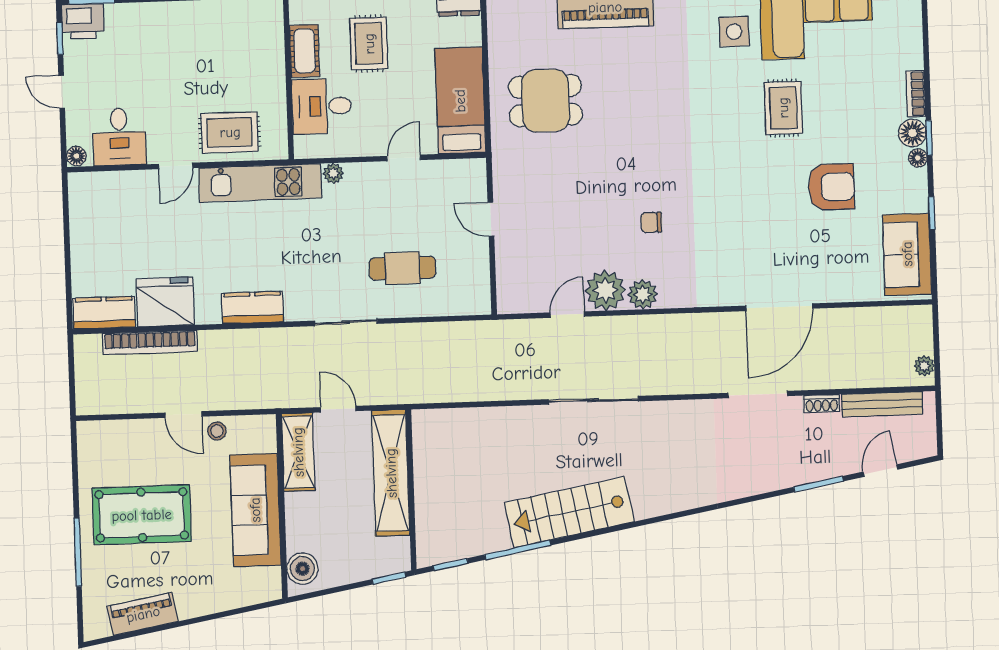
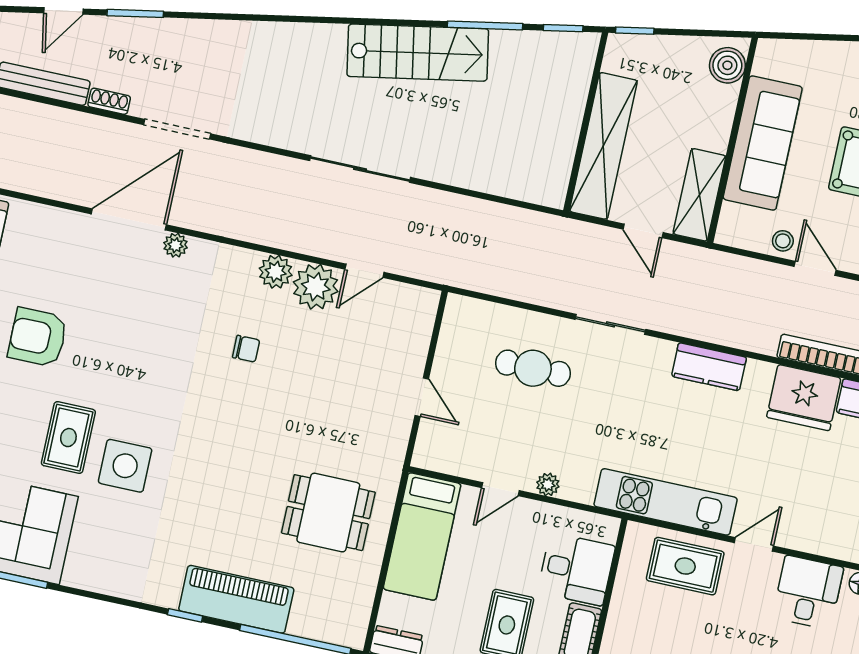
side table: (734, 32) -> (125, 466), moved, width x1.37, depth x1.37
plant: (333, 173) -> (548, 484), moved
plant: (734, 295) -> (176, 245), added

